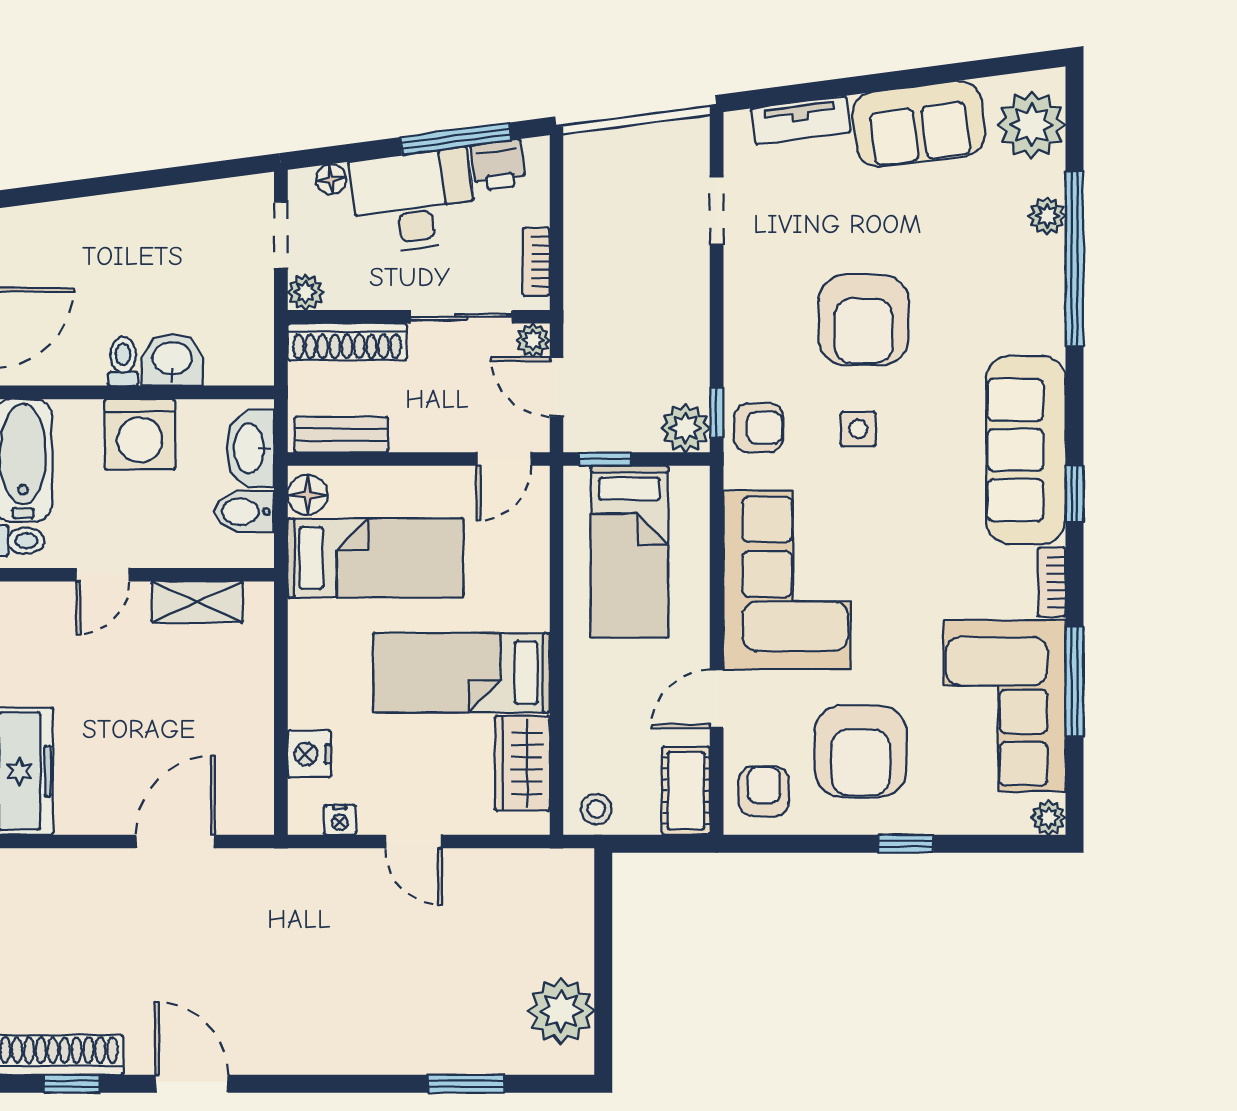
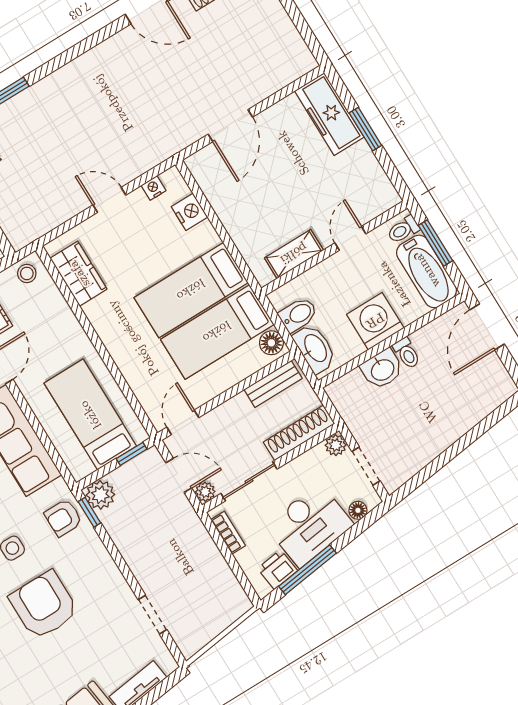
bed: (462, 673) -> (191, 290), moved, turned 180

